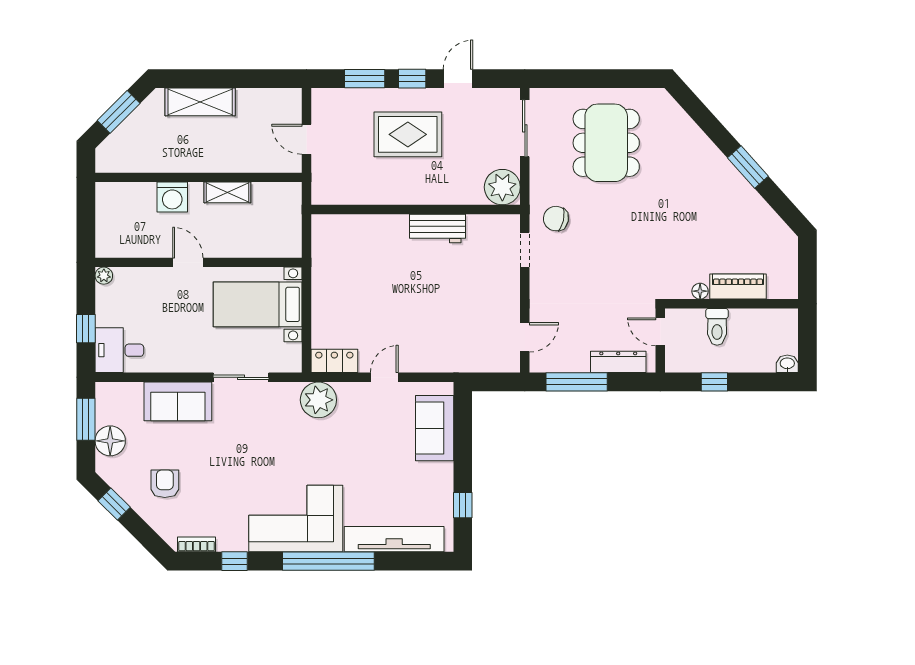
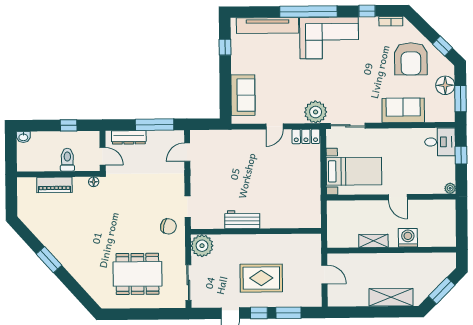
dining table: (606, 143) -> (137, 274), turned 90
floor lamp: (700, 291) -> (94, 182), moved
sliding door: (241, 377) -> (348, 126), moved
armchair: (165, 484) -> (411, 59), width x1.88, depth x1.88

